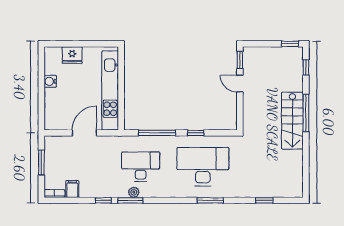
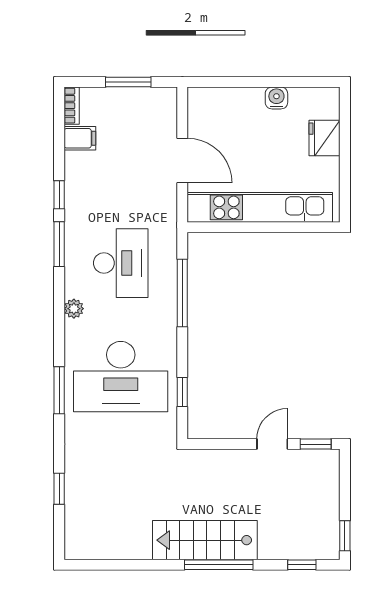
window: (196, 133) -> (182, 392), moved
desk: (203, 167) -> (121, 377), turned 90
plant: (134, 192) -> (74, 309), moved

